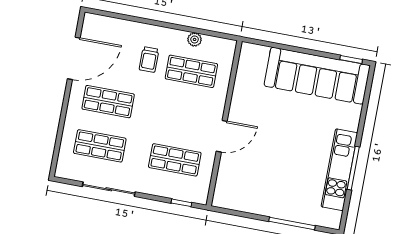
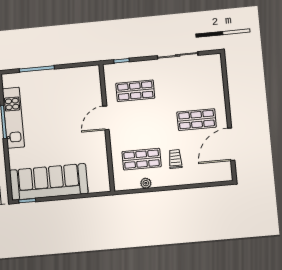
shop shelf: (100, 146) -> (193, 85), removed

